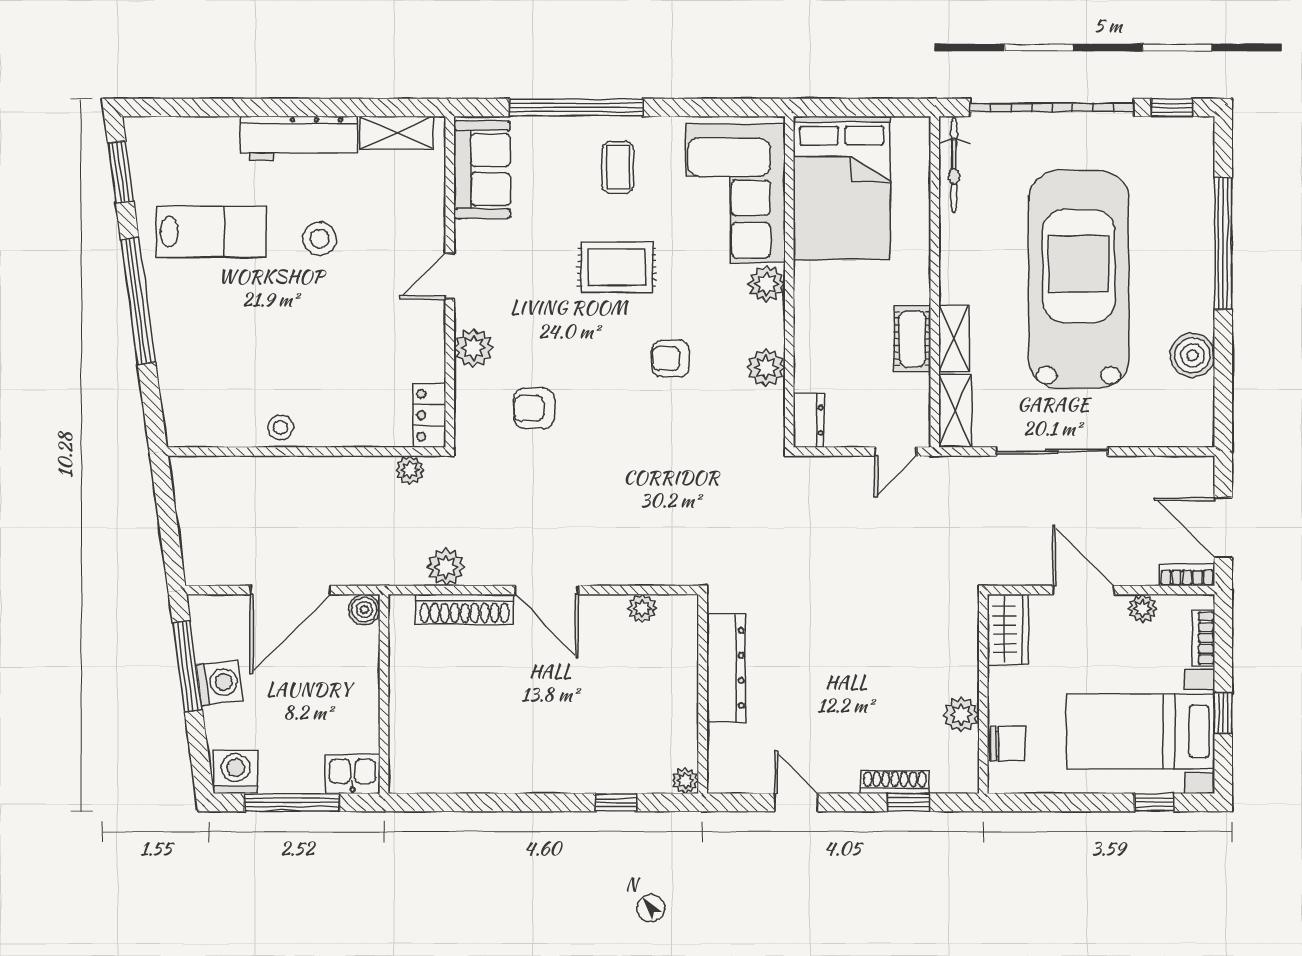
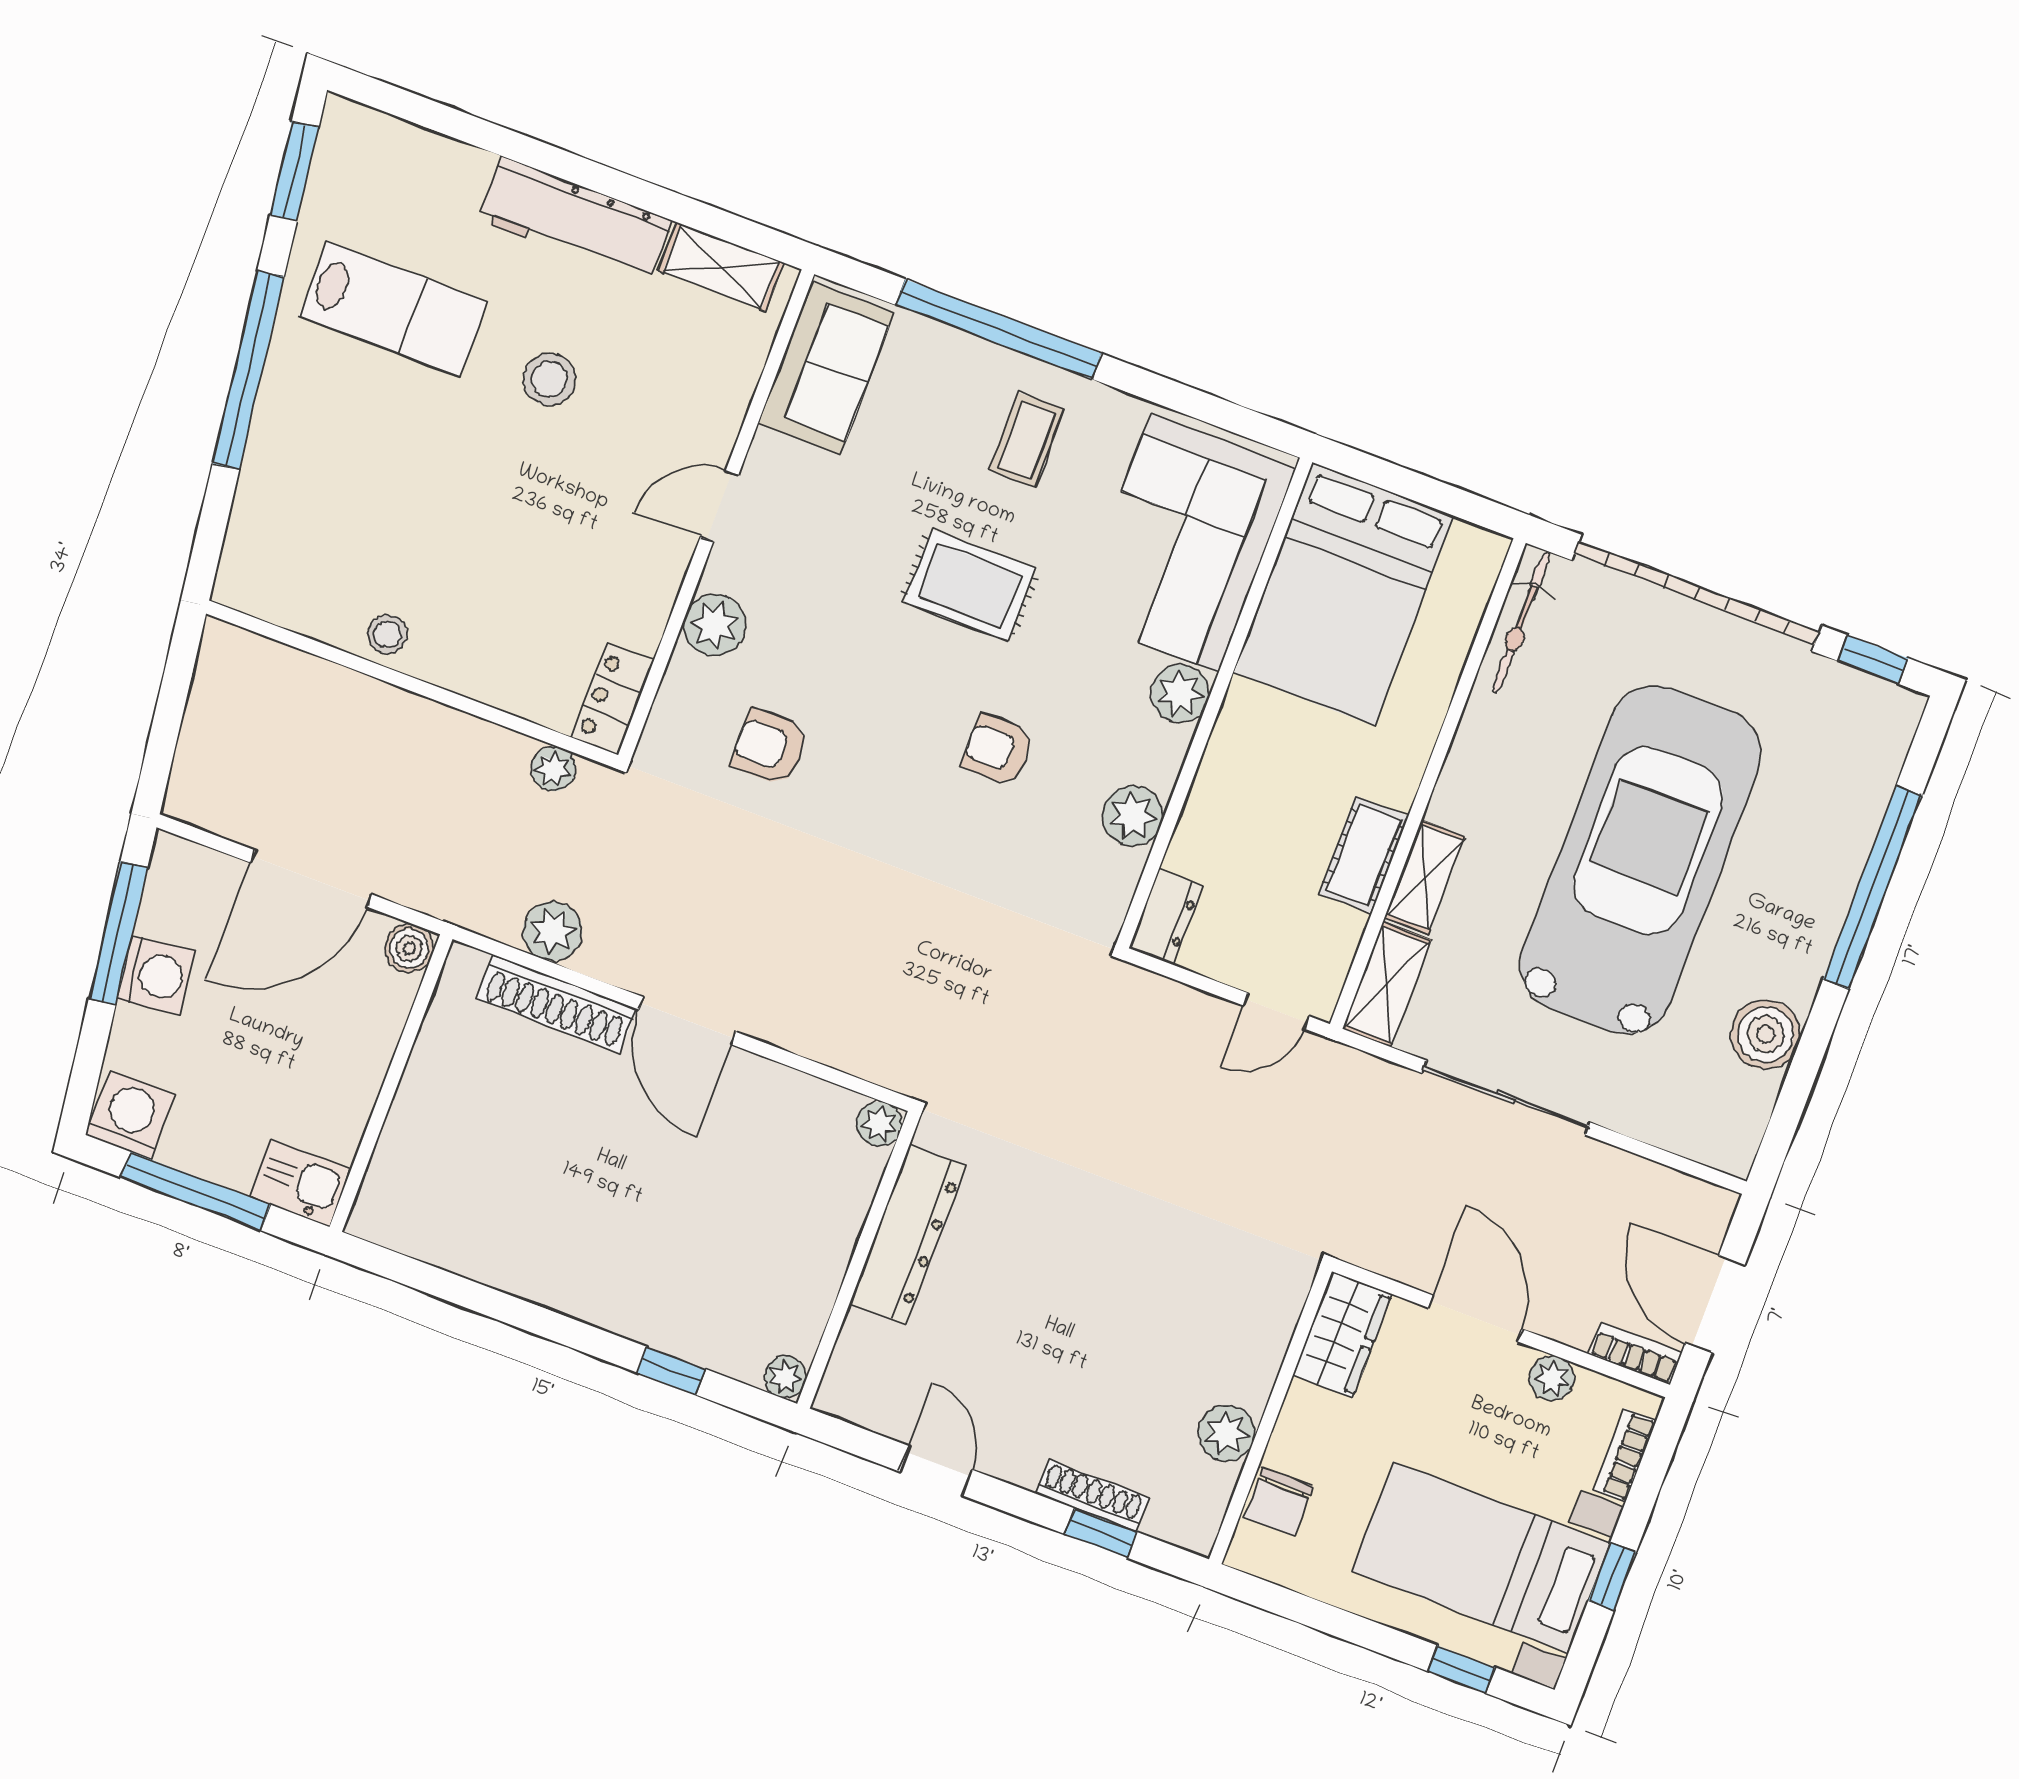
plant: (642, 608) -> (879, 1124), moved
chair: (1008, 744) -> (1279, 1502), turned 90

